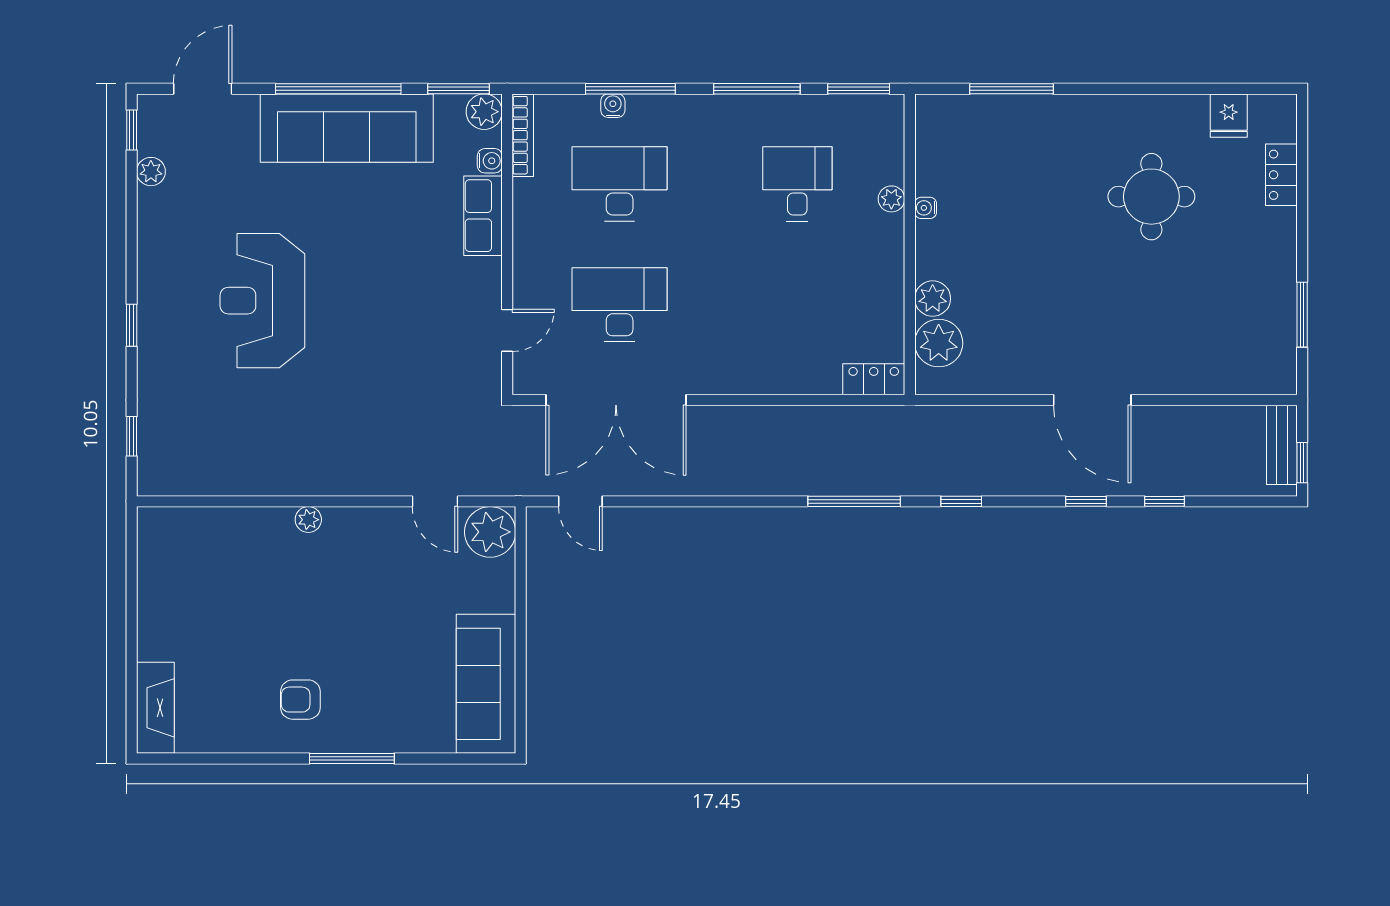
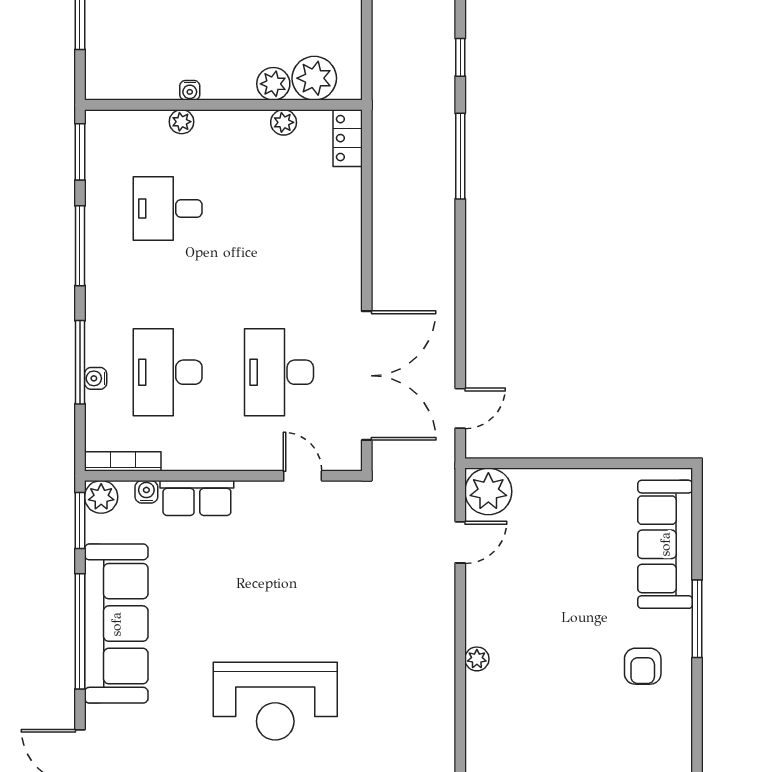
plant: (891, 310) -> (284, 122), added
sofa: (486, 684) -> (665, 544), moved, turned 90

